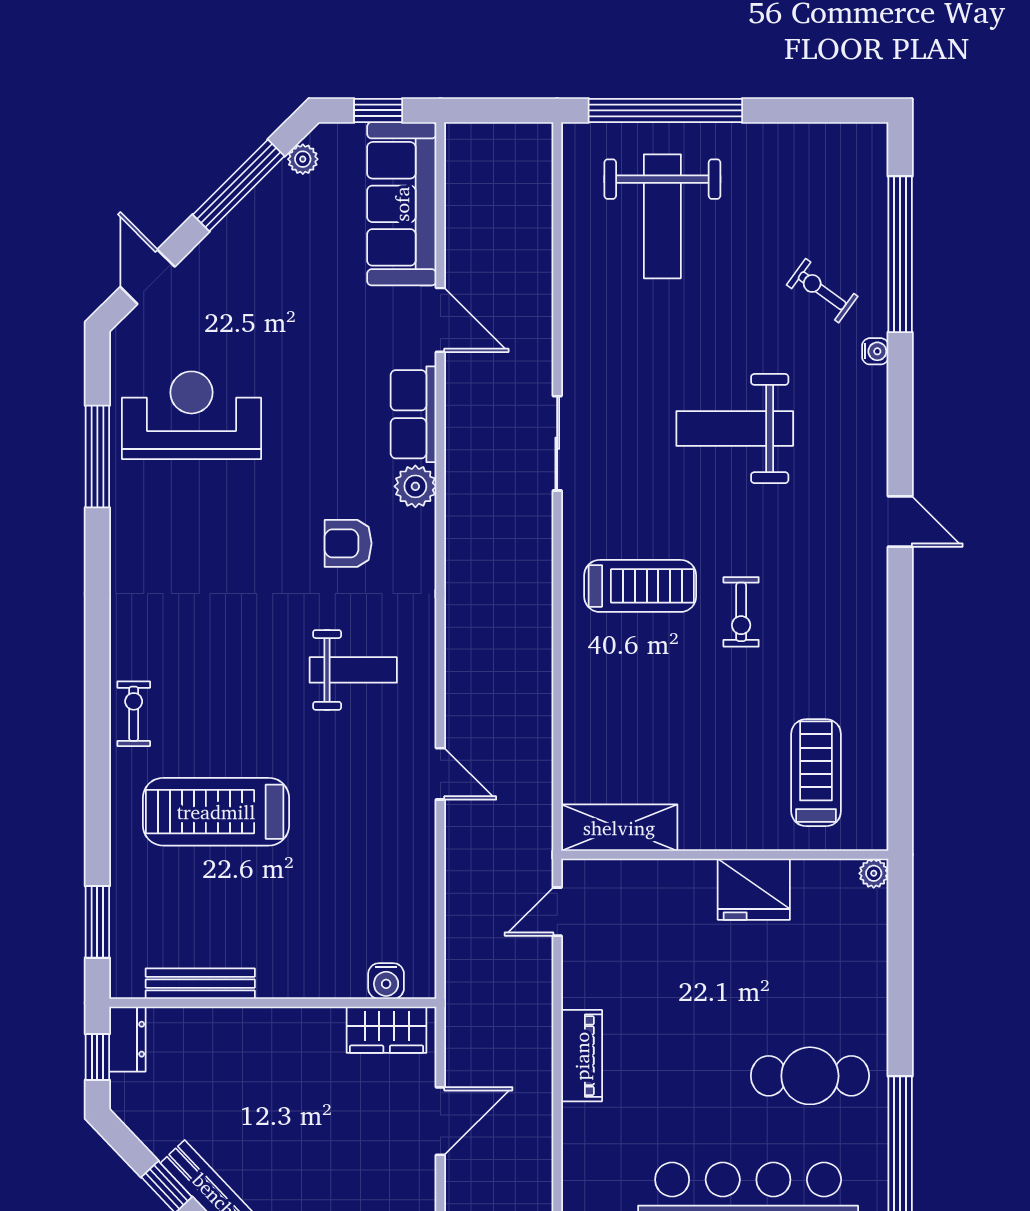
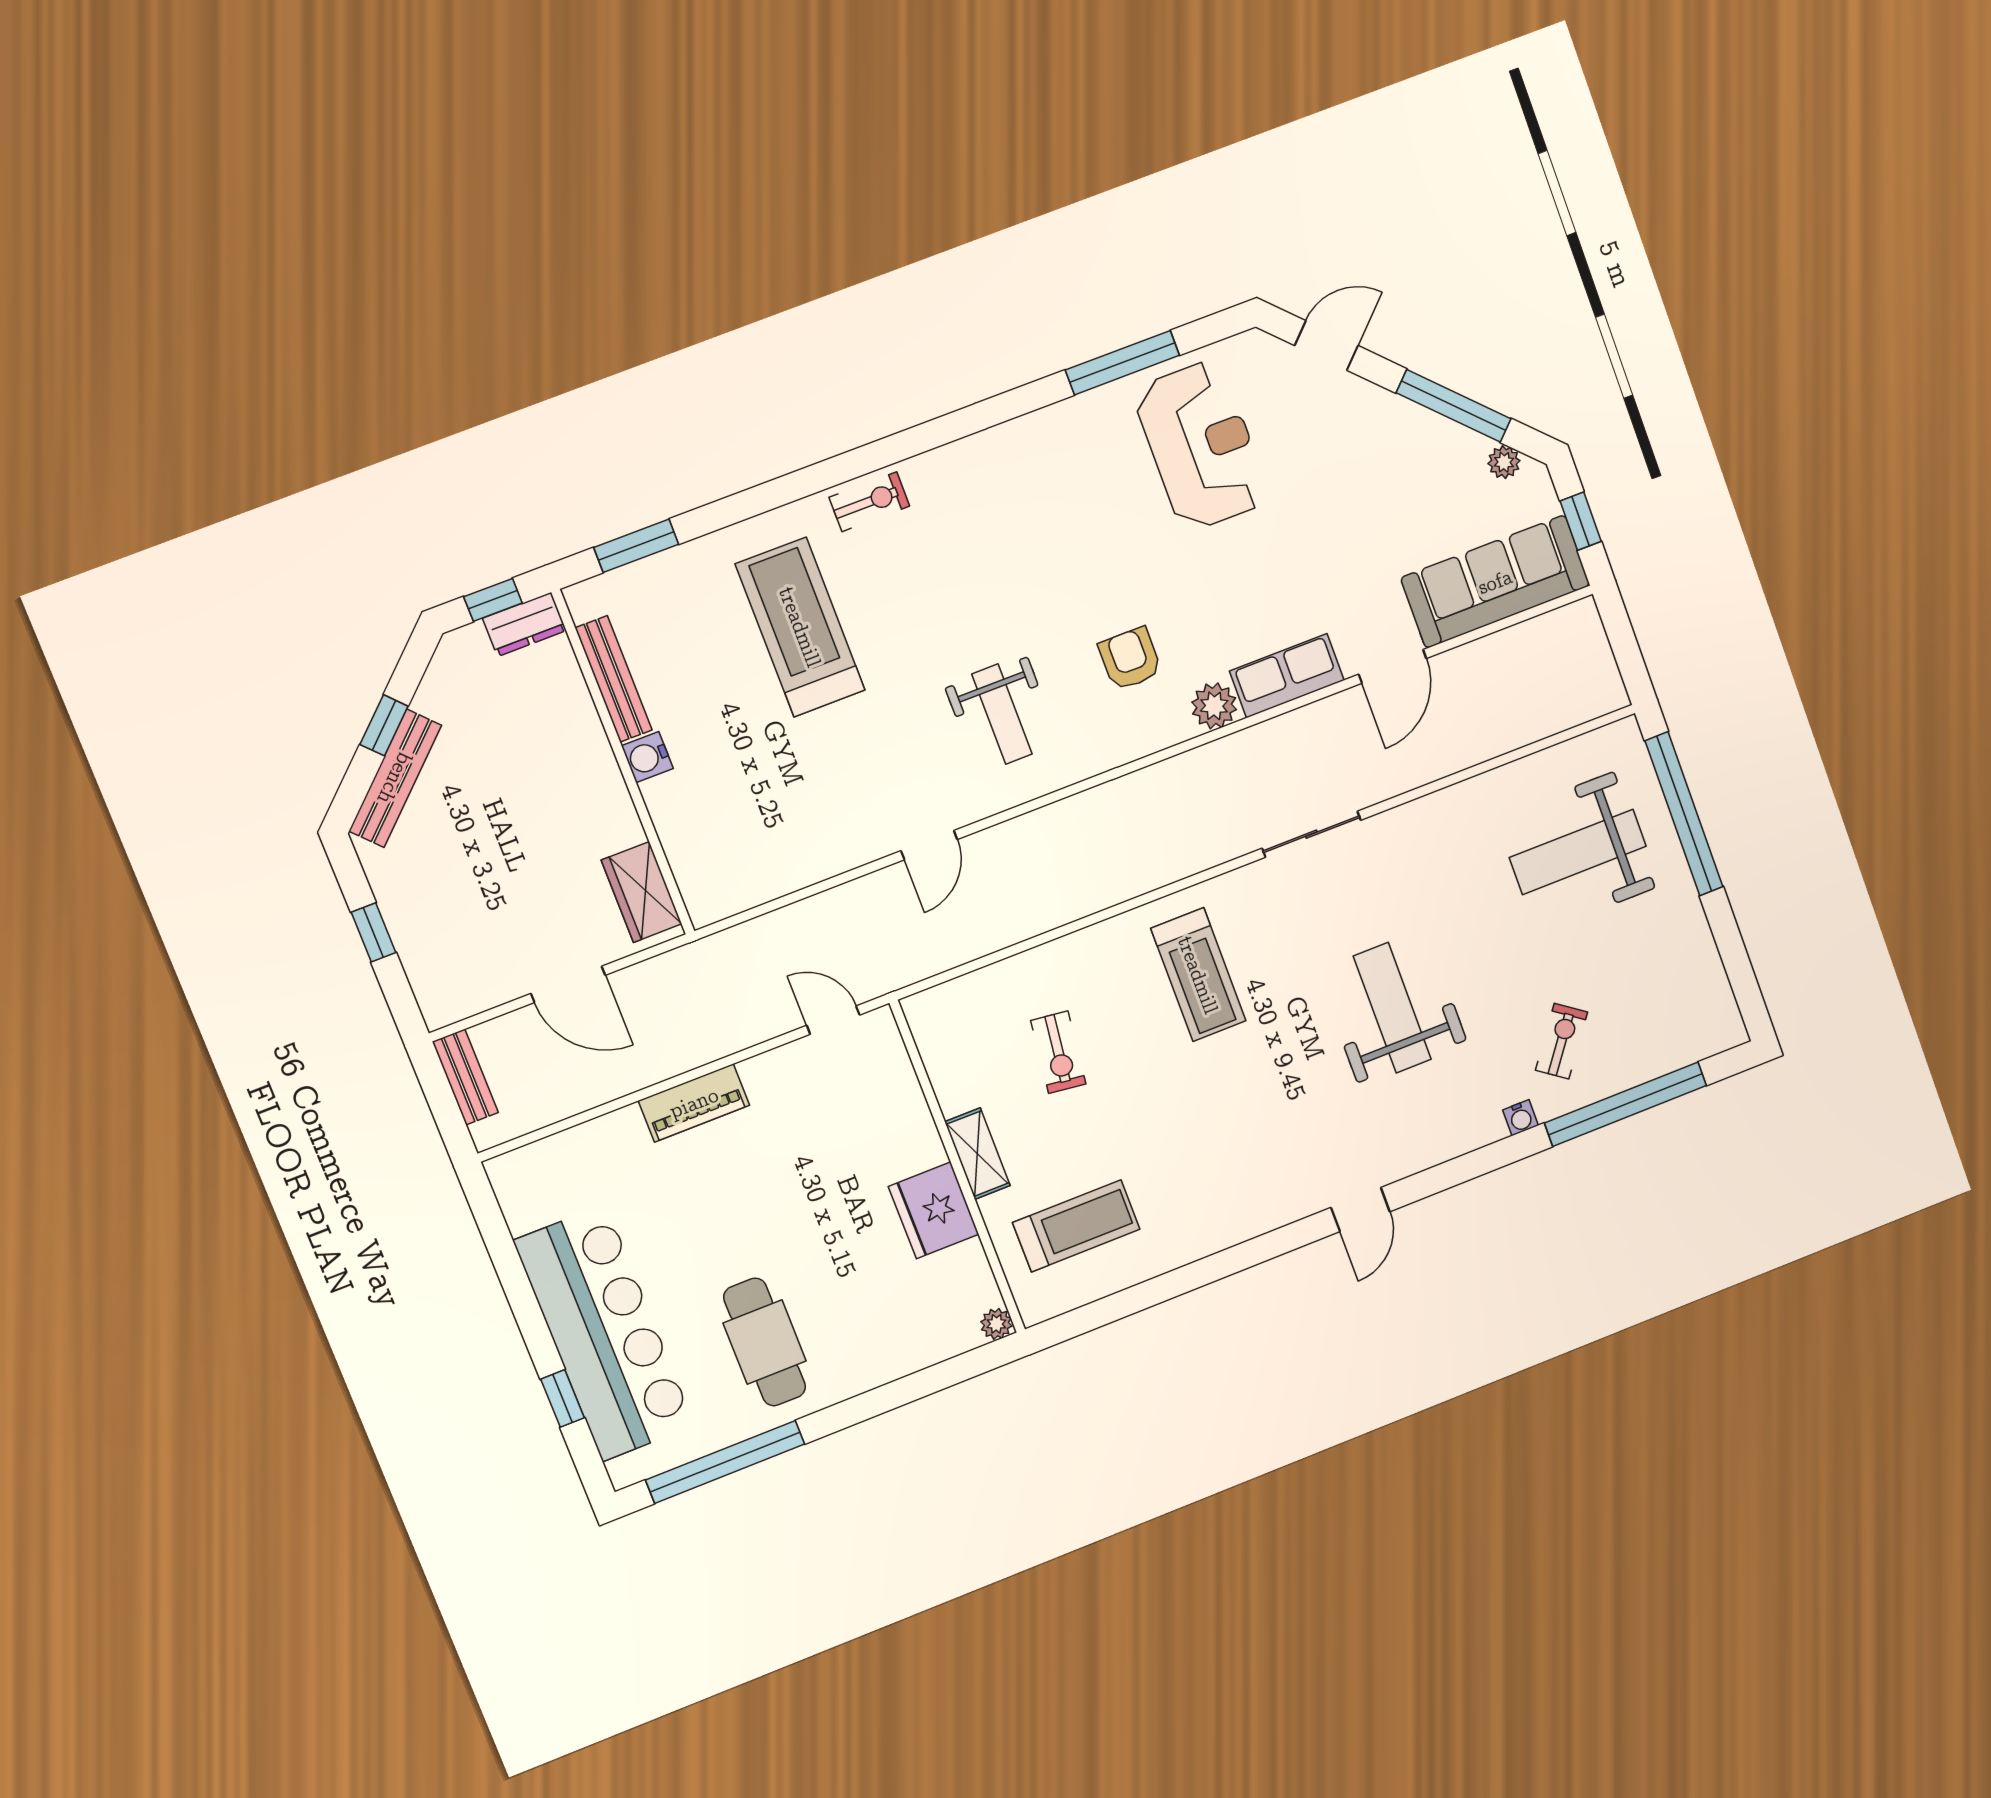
exercise bike: (741, 612) -> (1058, 1052), moved, turned -83
shelving: (619, 828) -> (977, 1154), moved, width x0.67, depth x0.75
water cooler: (386, 981) -> (647, 757), moved

